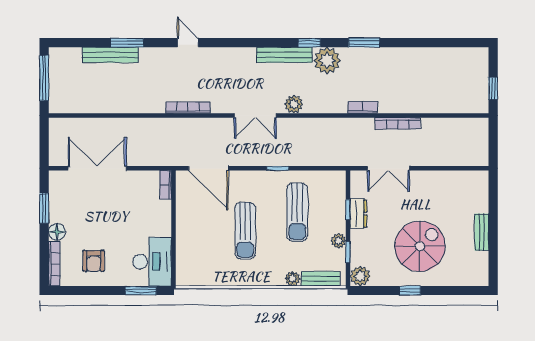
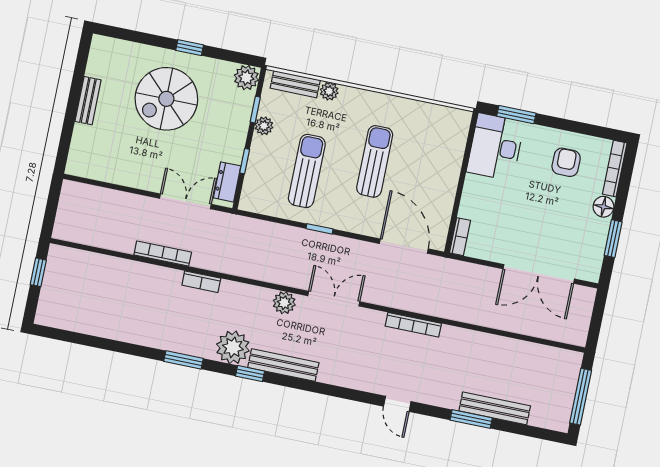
dresser: (358, 214) -> (227, 182), moved

